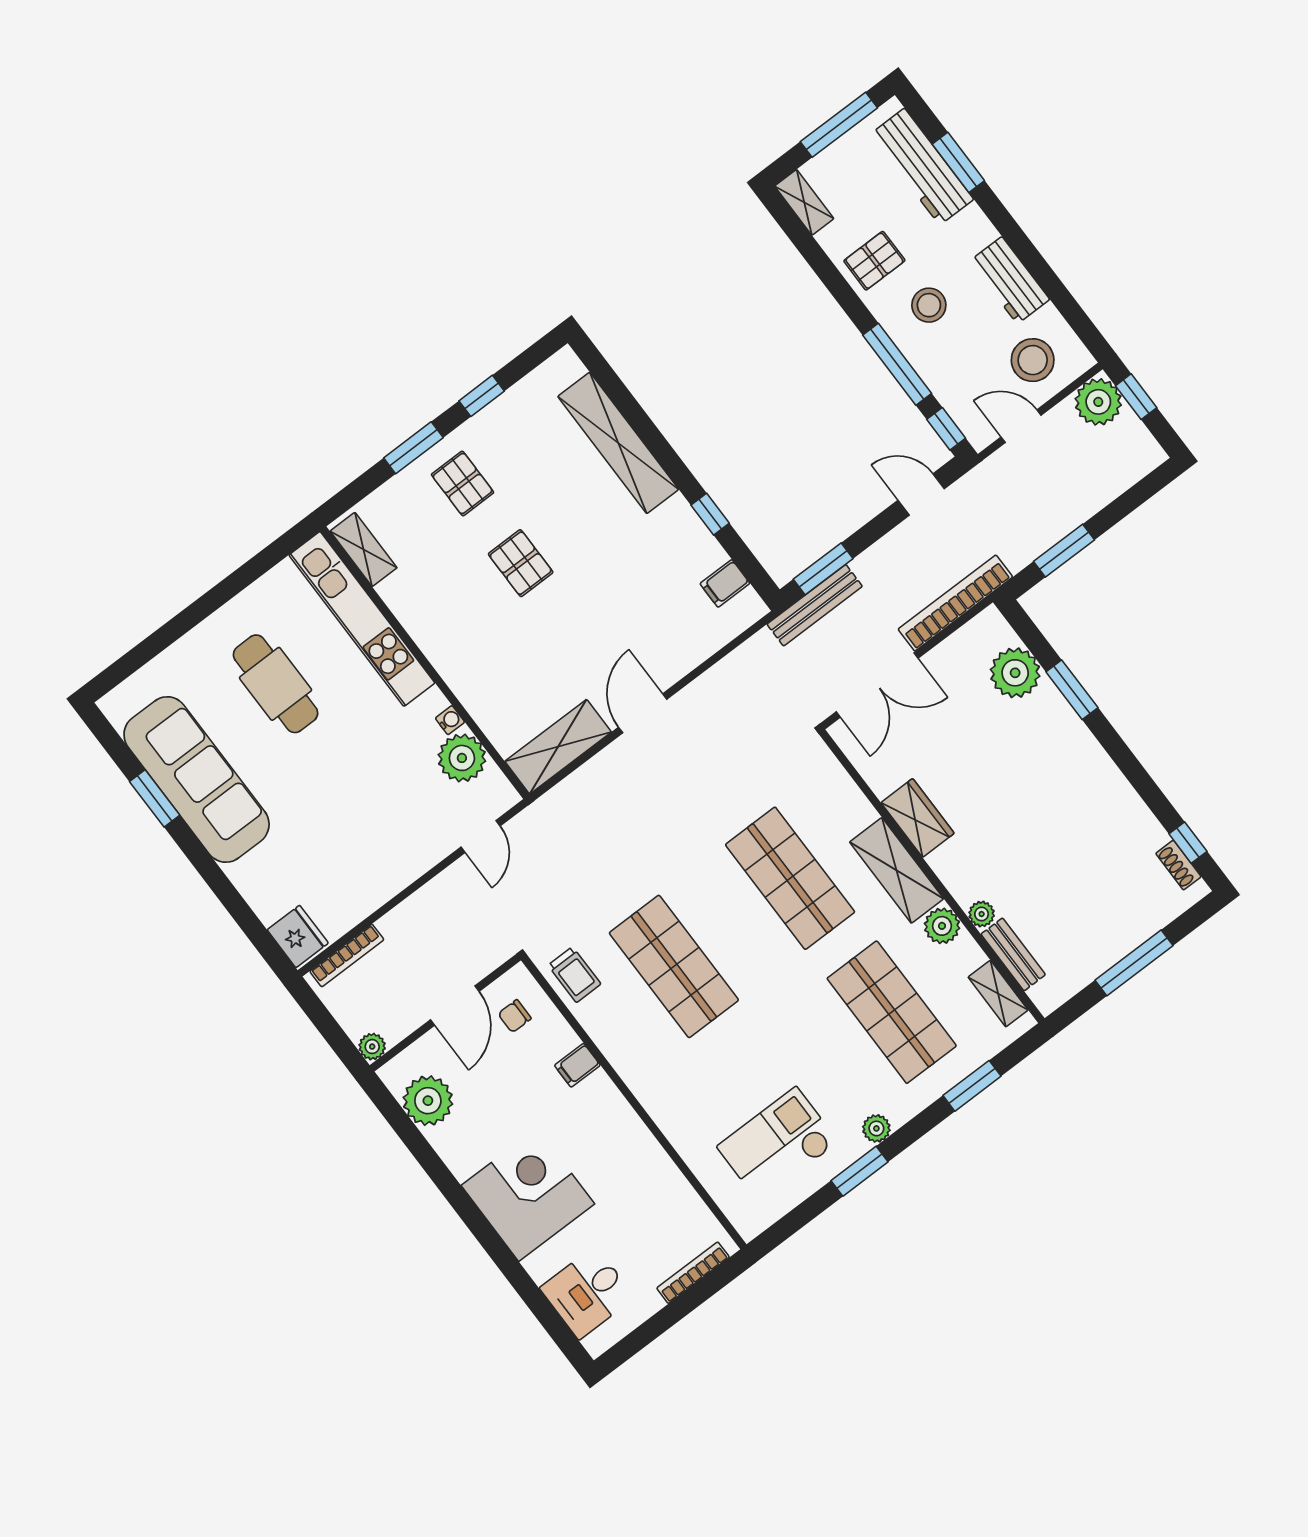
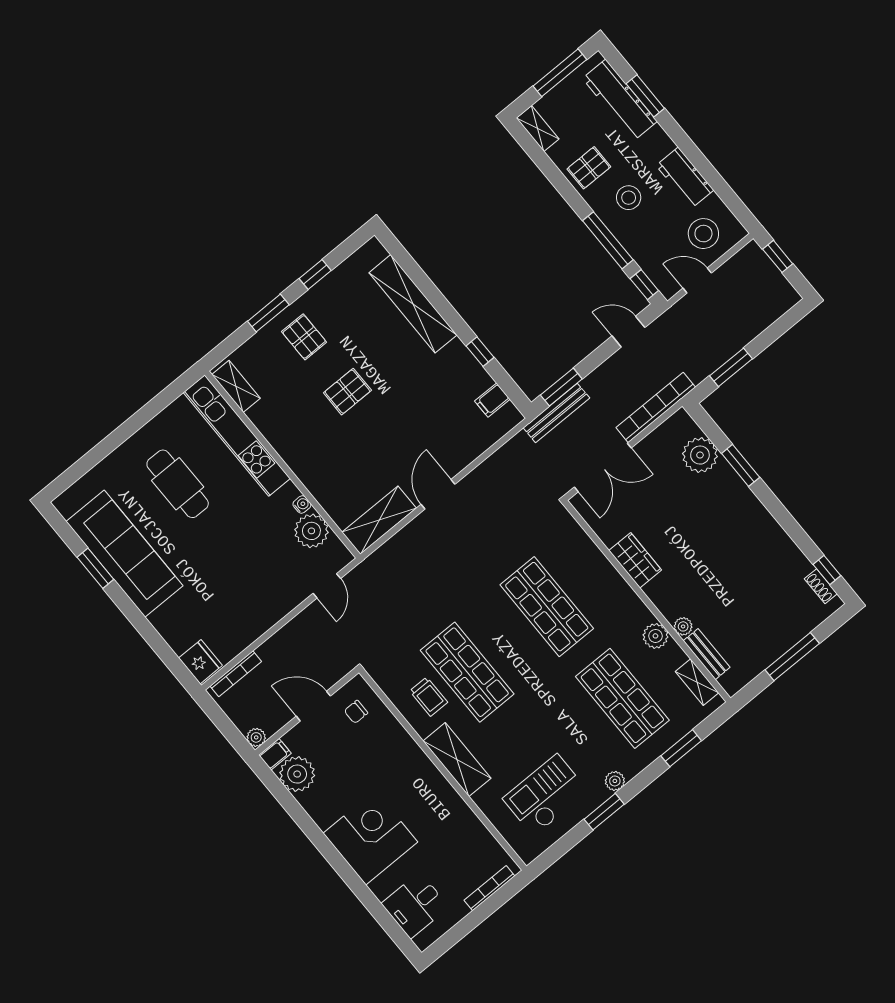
plant: (1098, 402) -> (751, 261), removed
pallet: (521, 563) -> (347, 392), turned 90
shelving: (897, 870) -> (457, 760), moved
trolley: (574, 975) -> (429, 697), moved
door: (455, 1006) -> (313, 706), swing flipped
filing cabinet: (577, 1065) -> (275, 754), moved, turned 180

